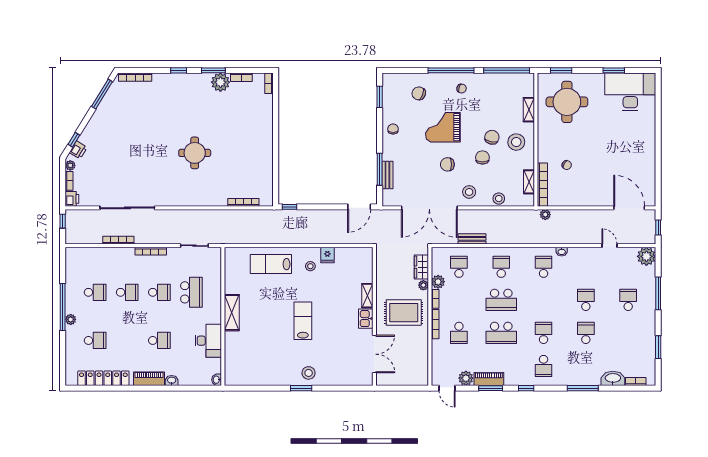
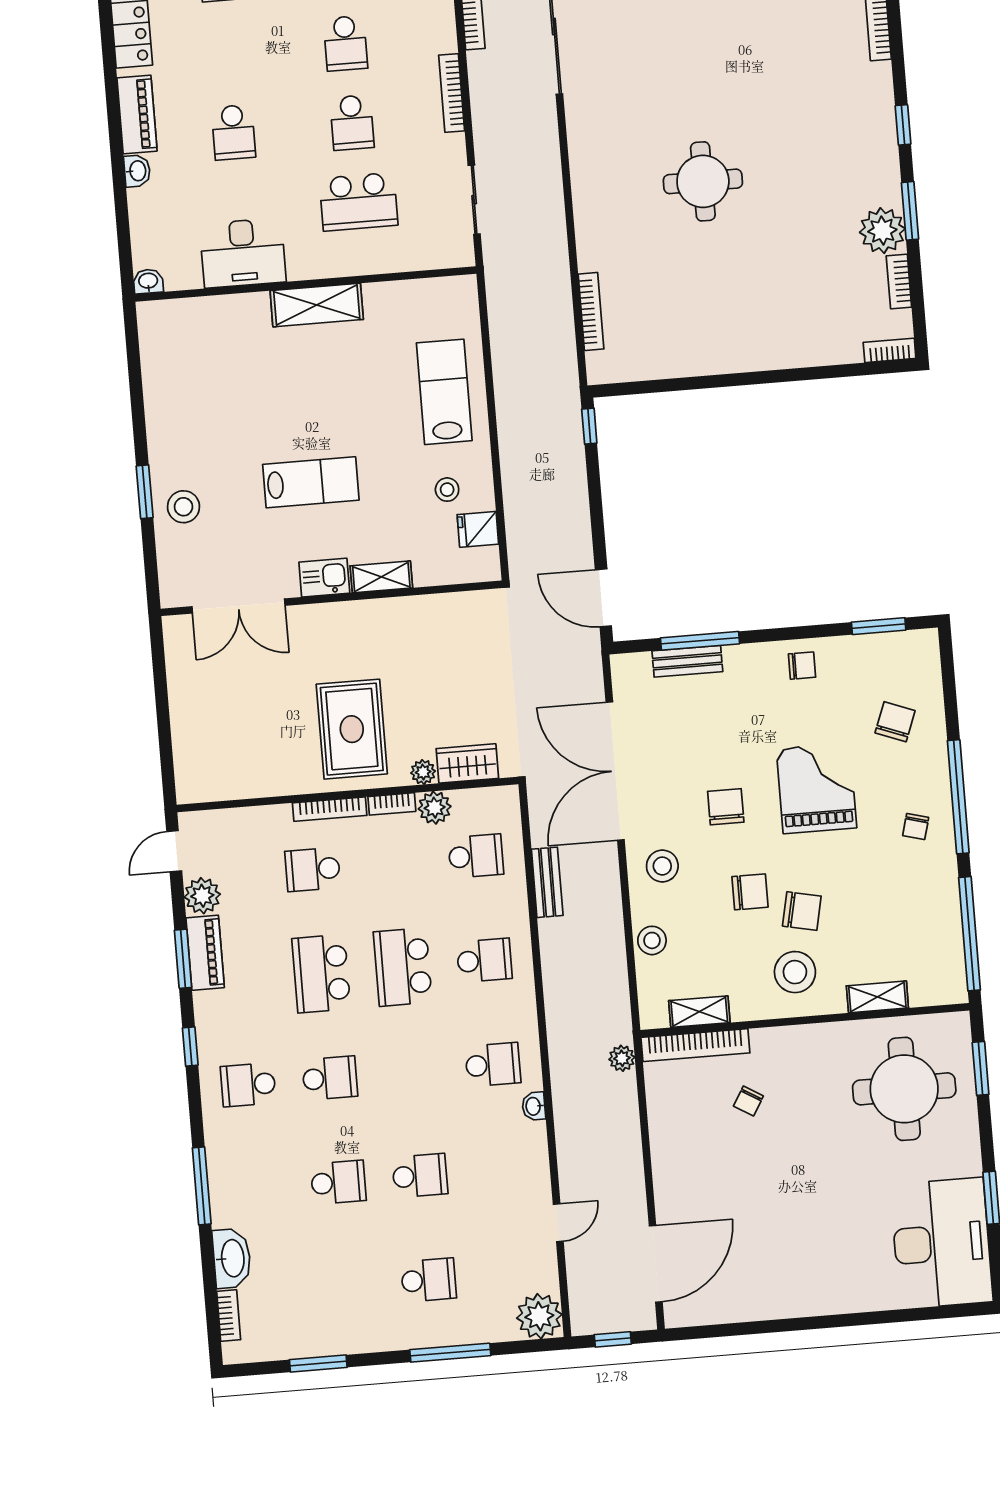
shelving: (367, 296) -> (381, 577), moved
wall: (374, 316) -> (331, 598), moved
kitchen sink: (366, 319) -> (324, 578), moved
double door: (374, 354) -> (239, 606), moved

